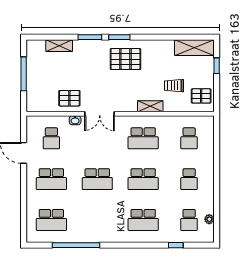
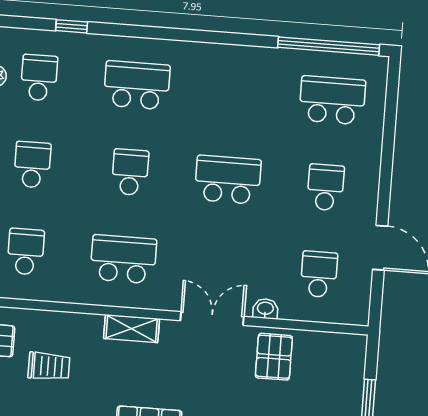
pallet: (69, 98) -> (274, 357), turned 90
shelving: (150, 106) -> (132, 329), moved
school desk: (51, 179) -> (326, 187), width x0.54
school desk: (143, 179) -> (130, 172), width x0.54
window: (76, 245) -> (329, 46), moved

